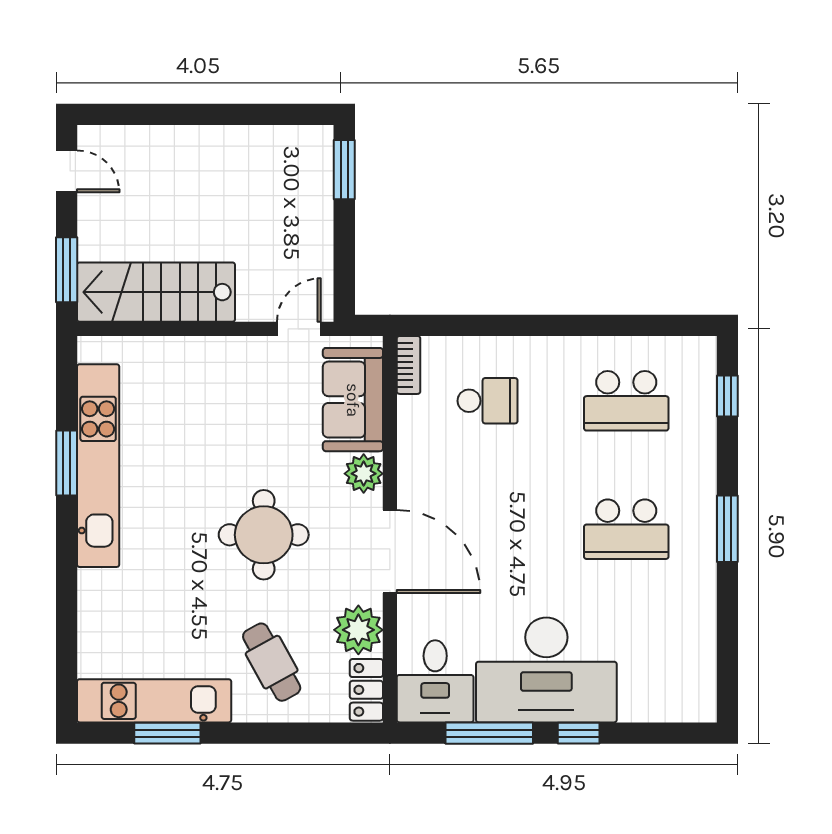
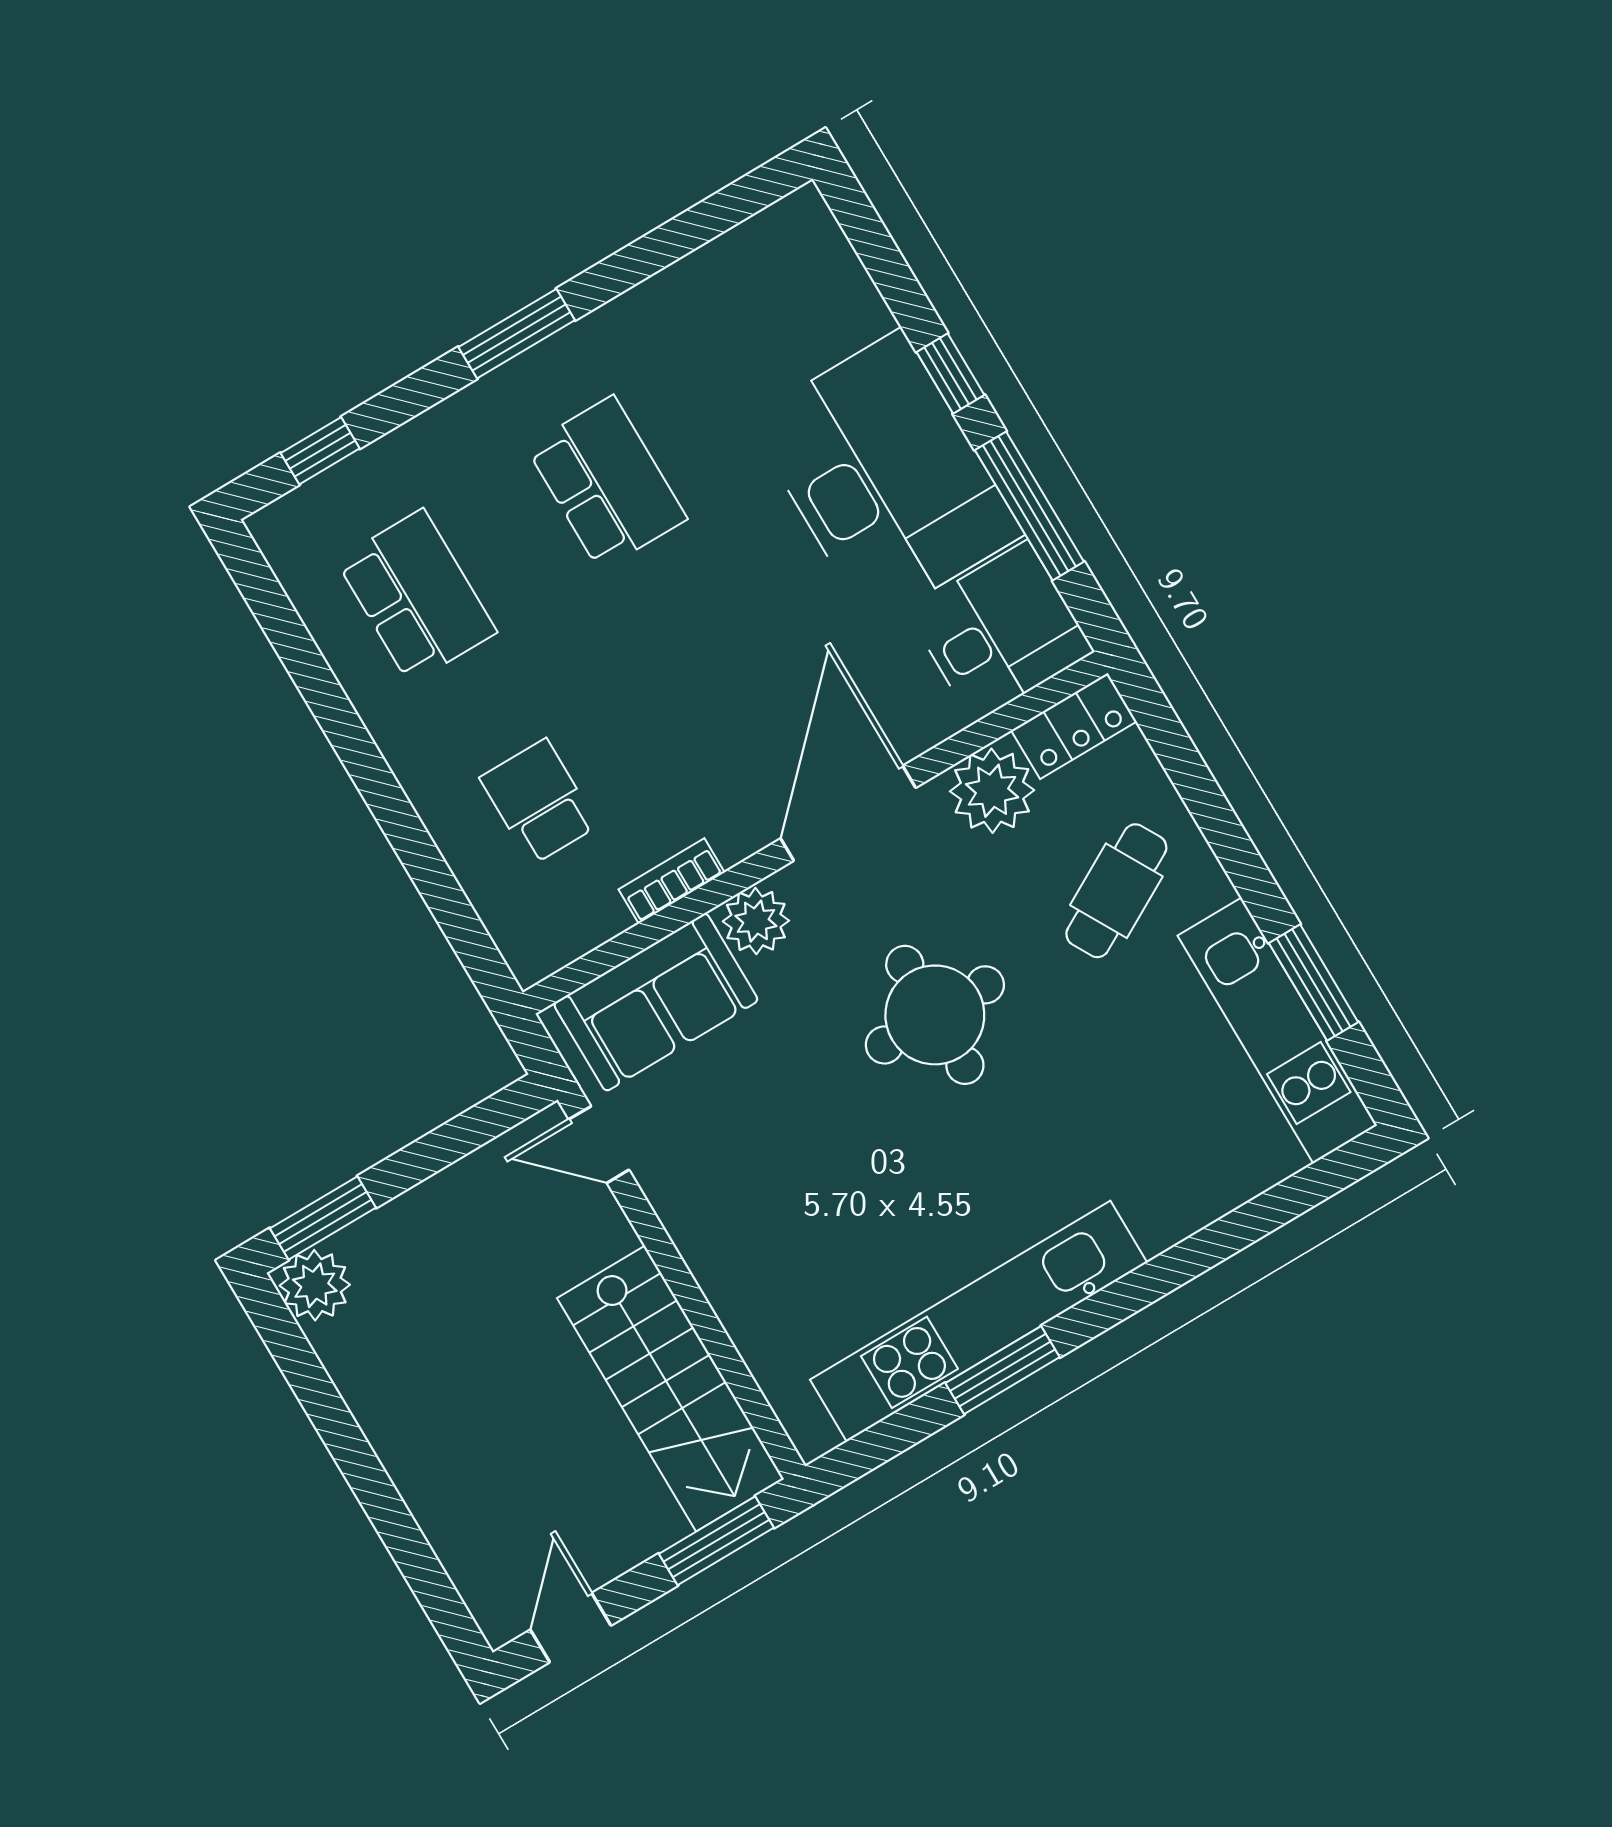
plant: (313, 146) -> (315, 1285), added
bookcase: (409, 365) -> (672, 881), moved

